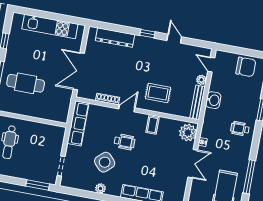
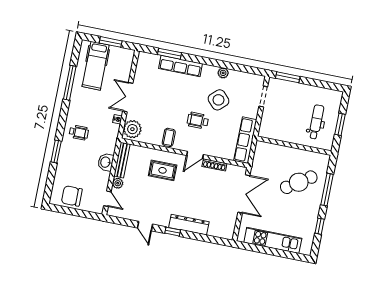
dresser: (115, 38) -> (189, 225), moved
cafe table: (26, 83) -> (299, 182), turned -34

